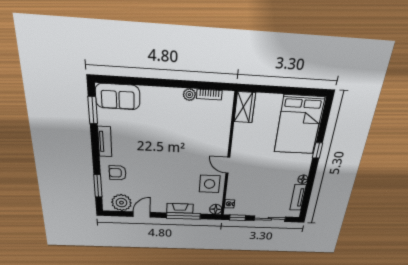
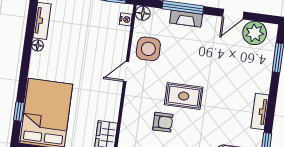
rug: (176, 149) -> (184, 96), added
window: (317, 151) -> (19, 112), moved
door: (228, 165) -> (126, 72), swing flipped
armchair: (118, 173) -> (163, 122), moved

